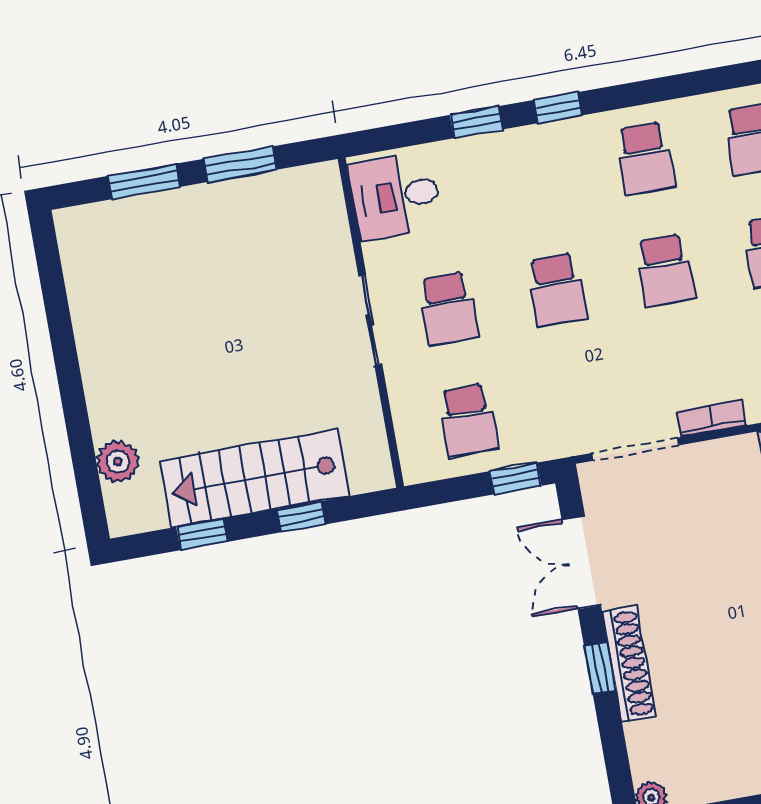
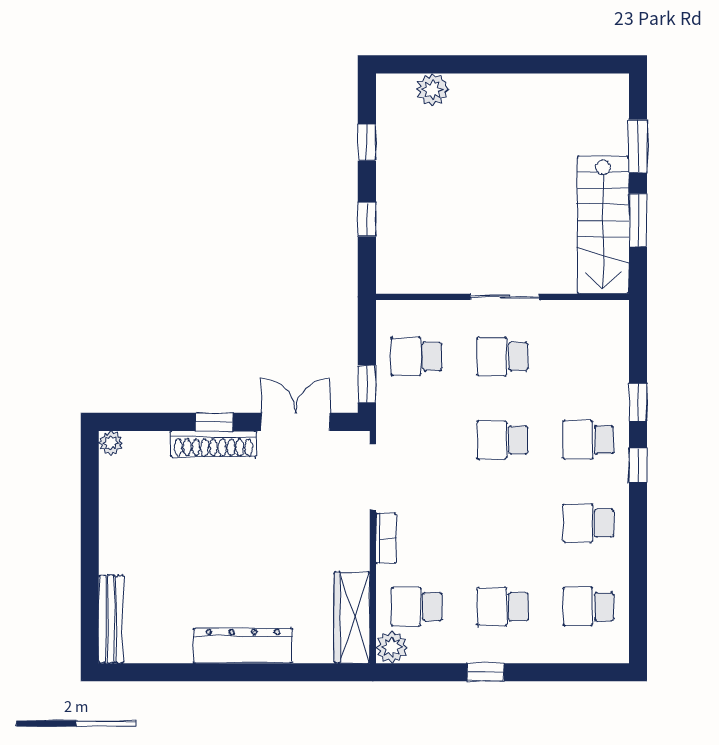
desk: (396, 196) -> (593, 332), removed
school desk: (665, 270) -> (588, 440), moved
stairs: (255, 478) -> (603, 225), moved, turned 180

